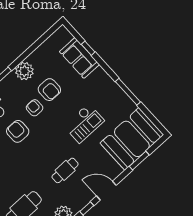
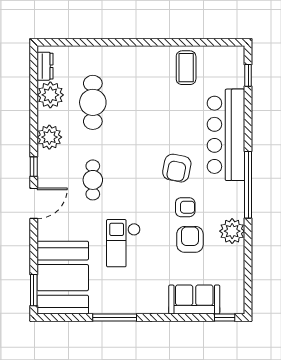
window: (88, 48) -> (225, 318), moved
armchair: (49, 90) -> (190, 239), turned 90
armchair: (18, 131) -> (177, 168), turned 101
window: (139, 161) -> (34, 290), moved

